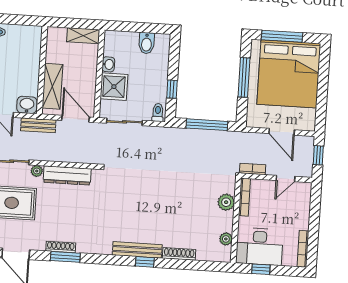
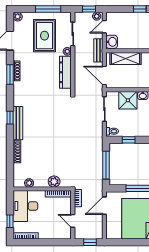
door: (76, 119) -> (104, 76), swing flipped
door: (282, 132) -> (104, 206), moved
window: (145, 262) -> (10, 118), moved
window: (261, 269) -> (10, 221), moved

